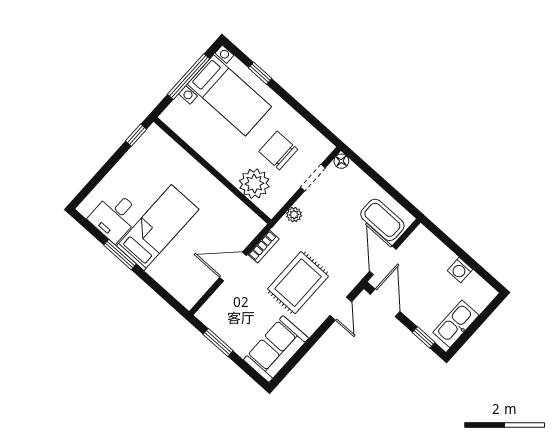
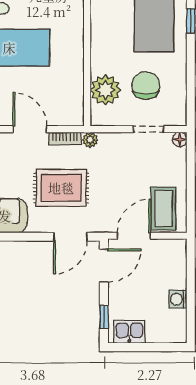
plant: (294, 215) -> (90, 140), moved
door: (341, 309) -> (70, 237), width x1.38
kitchen sink: (456, 324) -> (129, 332), width x0.73

